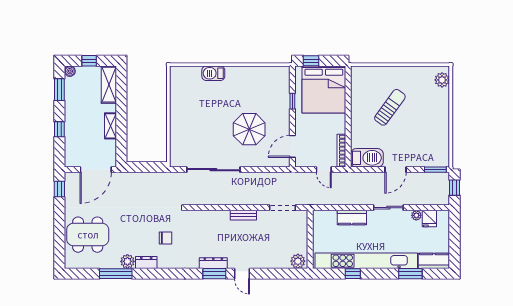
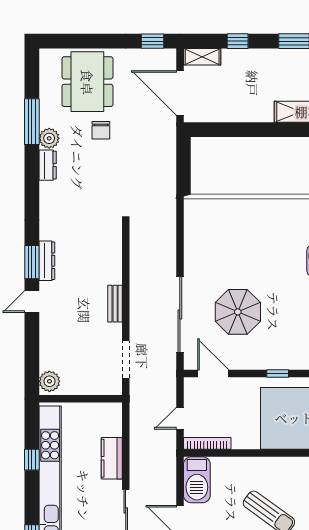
shelving: (110, 126) -> (202, 57), moved
sliding door: (213, 170) -> (180, 315), moved
chair: (166, 238) -> (101, 130), moved

